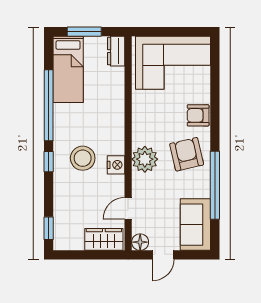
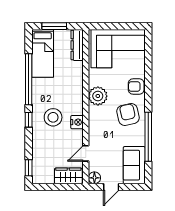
dresser: (116, 51) -> (77, 45), width x1.44
plant: (145, 159) -> (98, 96), moved

